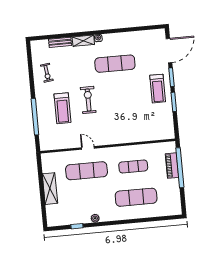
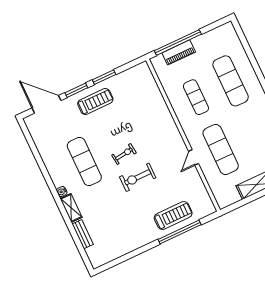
exercise bike: (47, 73) -> (124, 154), moved
treadmill: (62, 108) -> (173, 215), moved

